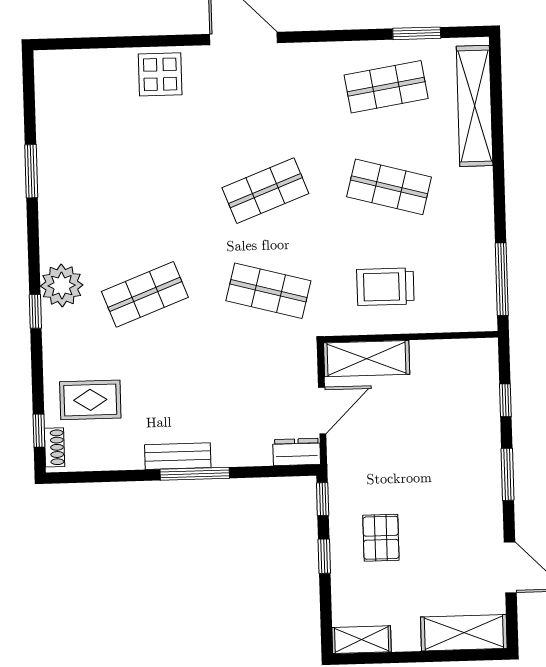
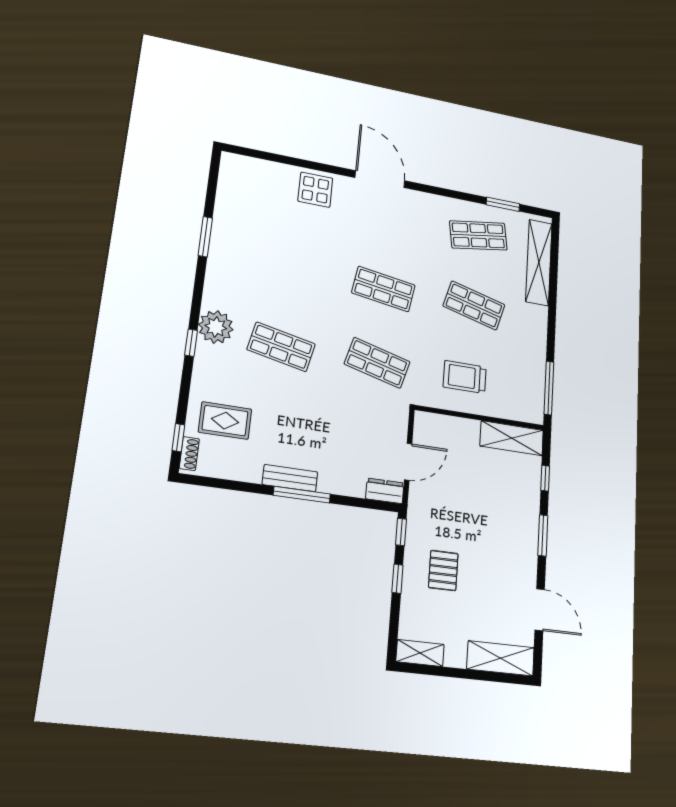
shop shelf: (265, 191) -> (384, 289), turned 30
shop shelf: (145, 294) -> (281, 347), turned 33
shelving: (367, 359) -> (512, 438), moved

